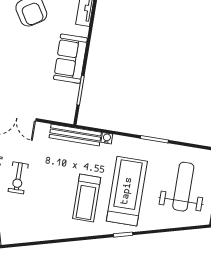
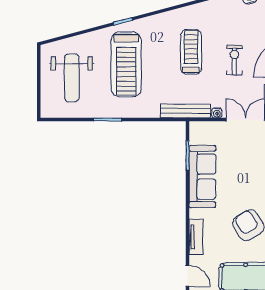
sofa: (70, 59) -> (202, 176), width x1.36
water cooler: (107, 138) -> (217, 113), moved
treadmill: (87, 198) -> (191, 52), moved

